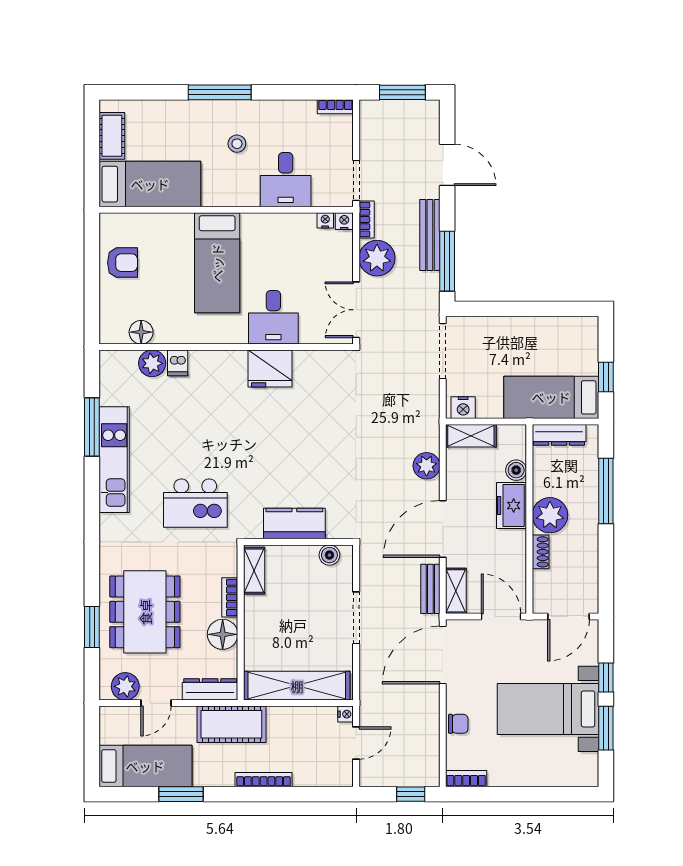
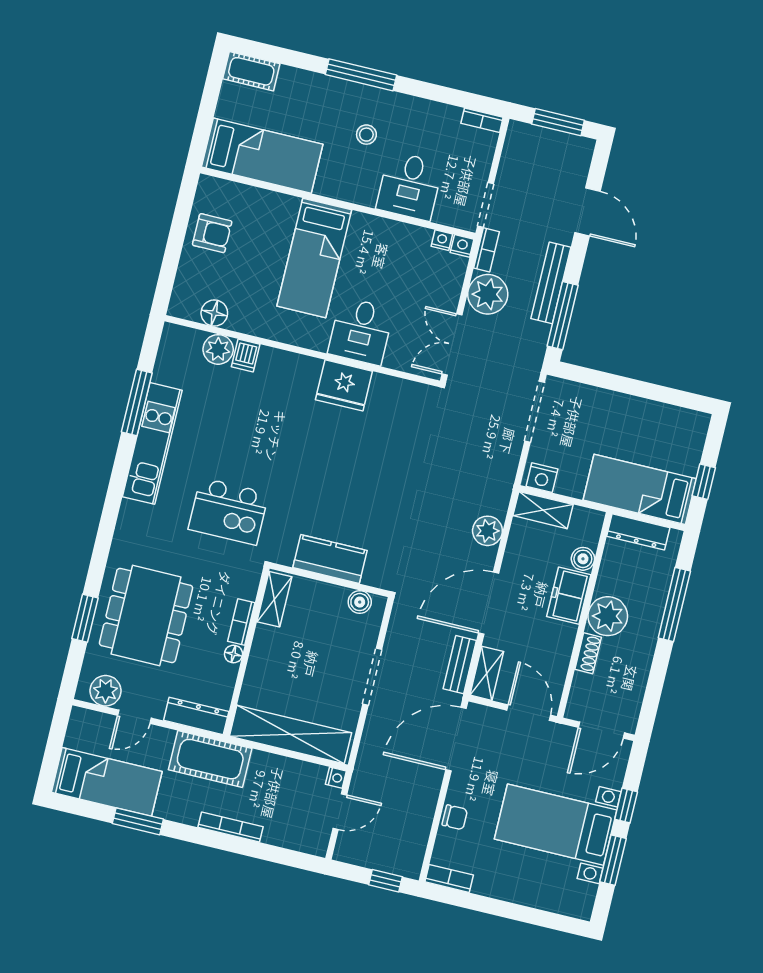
cot: (112, 136) -> (251, 71), moved, turned 90
floor lamp: (223, 634) -> (233, 654), width x0.53, depth x0.53

